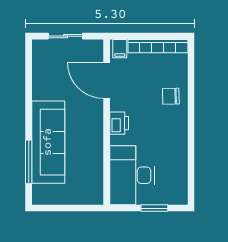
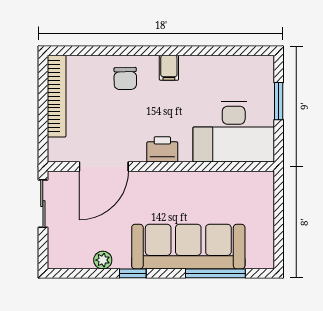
sliding door: (66, 36) -> (43, 204), moved
filing cabinet: (120, 49) -> (169, 68), moved, turned 90
plant: (38, 80) -> (103, 260), added
window: (29, 102) -> (133, 273), added

